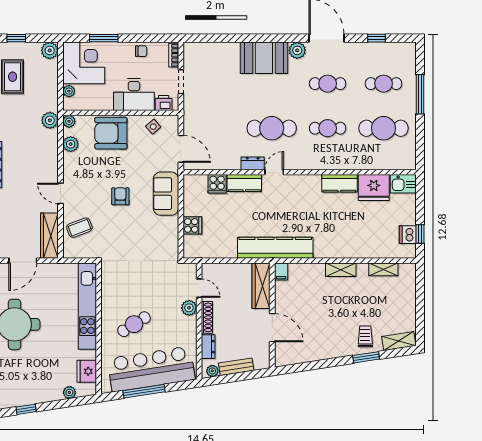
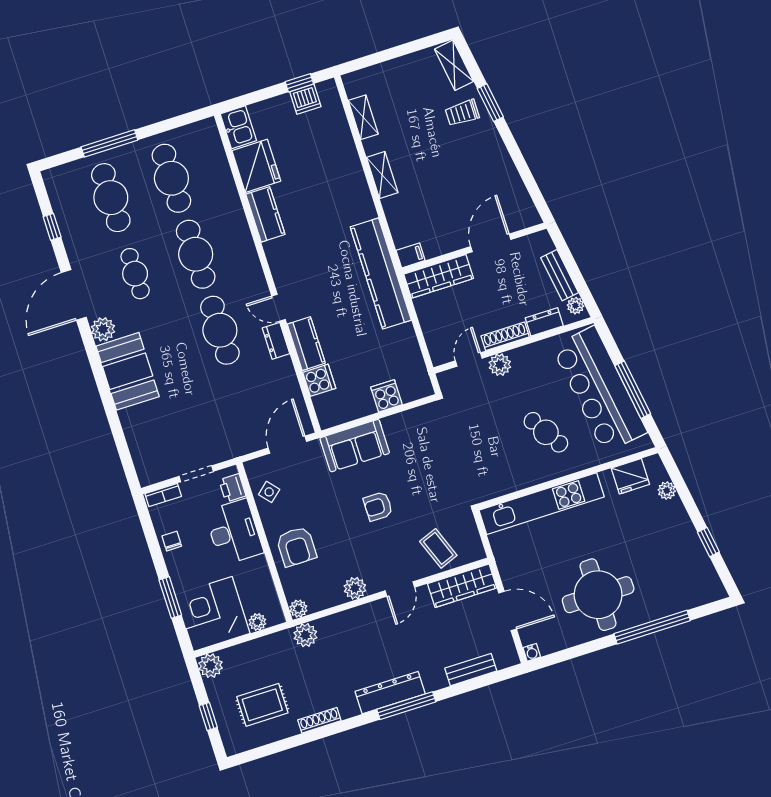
cafe table: (384, 84) -> (111, 198), width x1.37, depth x1.35
cafe table: (328, 128) -> (196, 254), width x1.37, depth x1.35
armchair: (111, 133) -> (296, 547), width x0.73, depth x0.73
plant: (71, 144) -> (355, 588), moved

